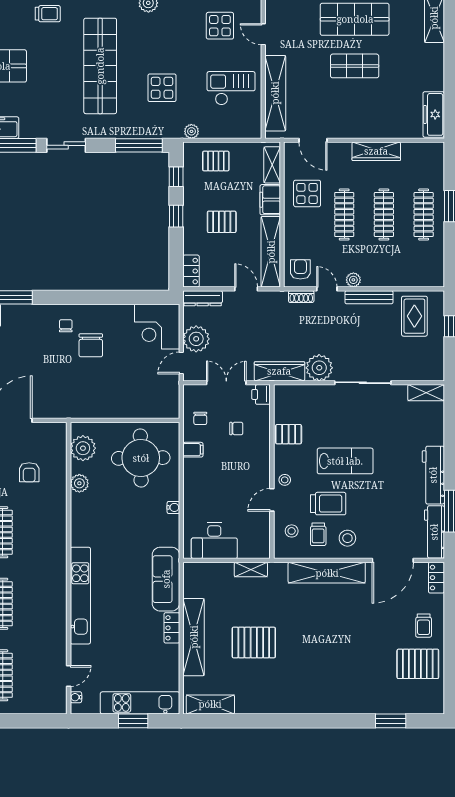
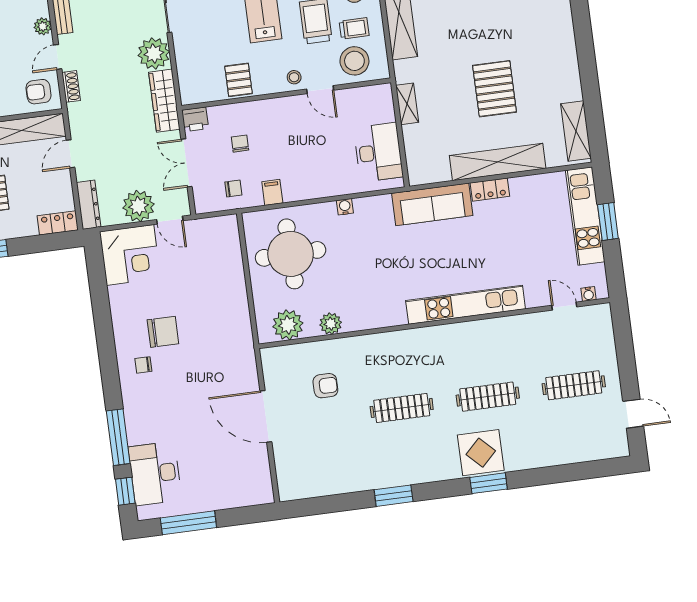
stool: (292, 531) -> (354, 61), width x1.89, depth x1.89

